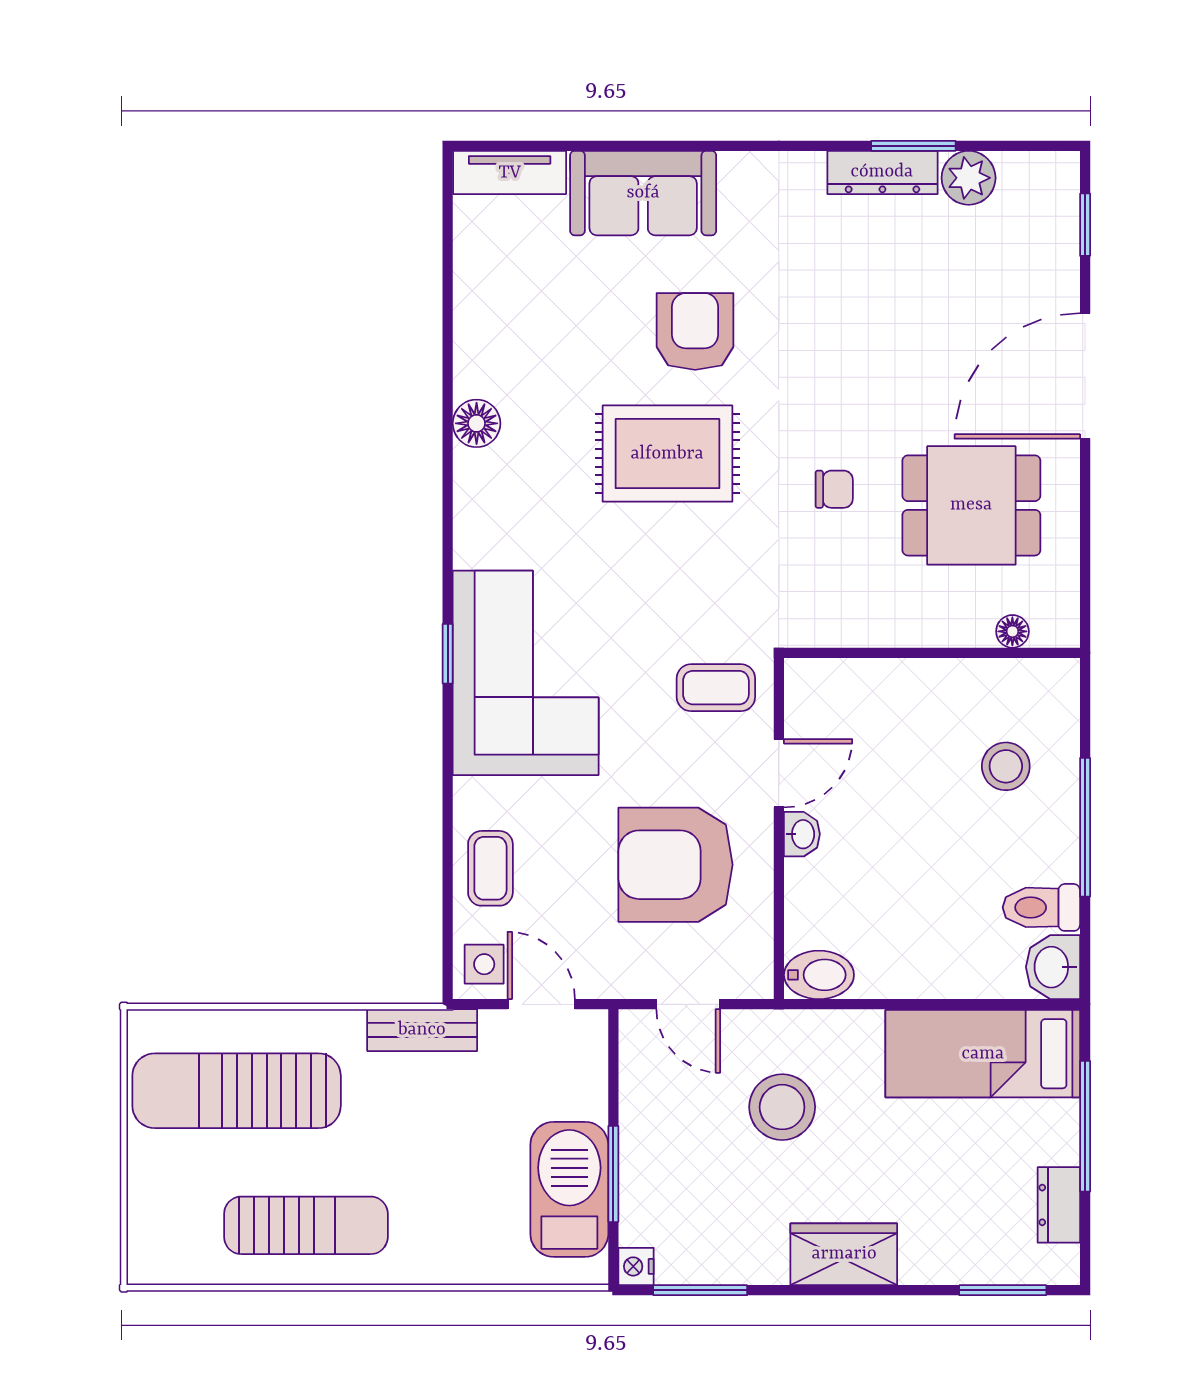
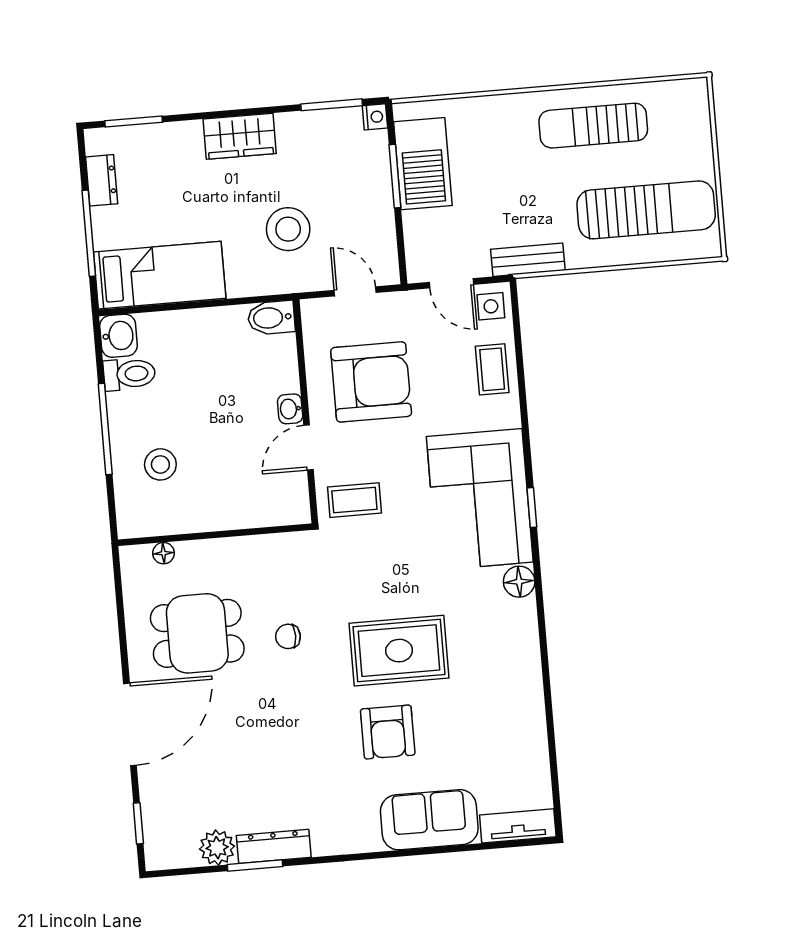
floor lamp: (477, 423) -> (519, 582), moved

